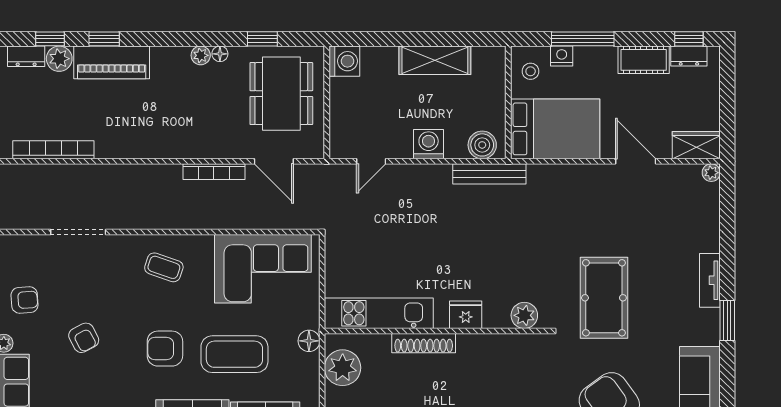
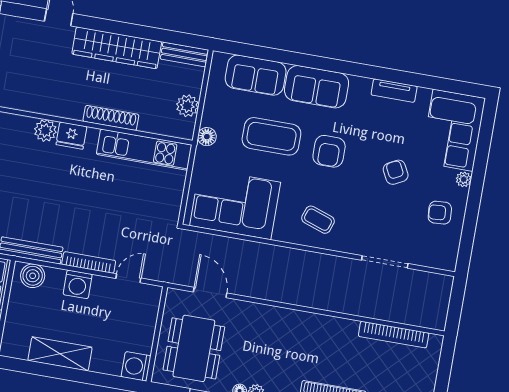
bookcase: (214, 172) -> (89, 263), moved
plant: (524, 315) -> (45, 130), moved
armchair: (165, 349) -> (329, 151), turned 90
plant: (343, 368) -> (187, 106), width x0.73, depth x0.73

